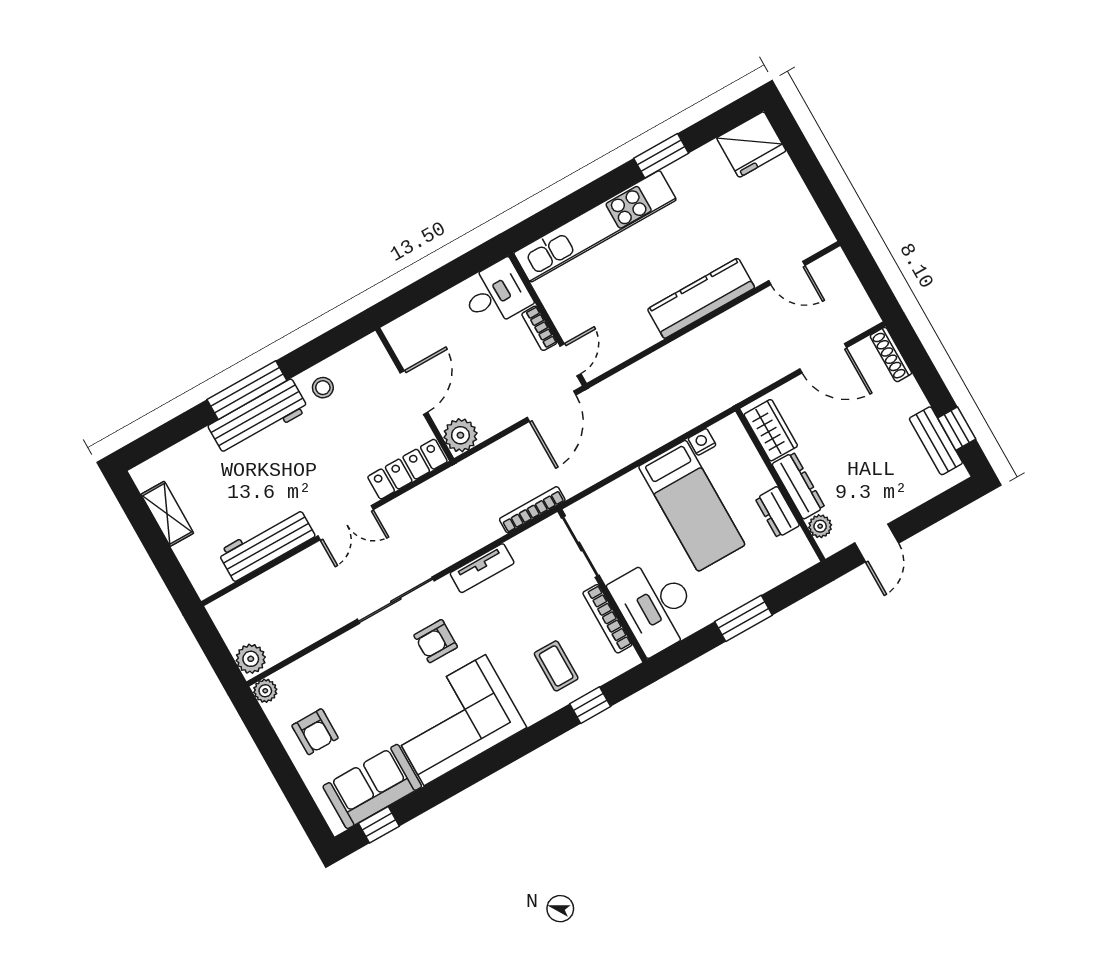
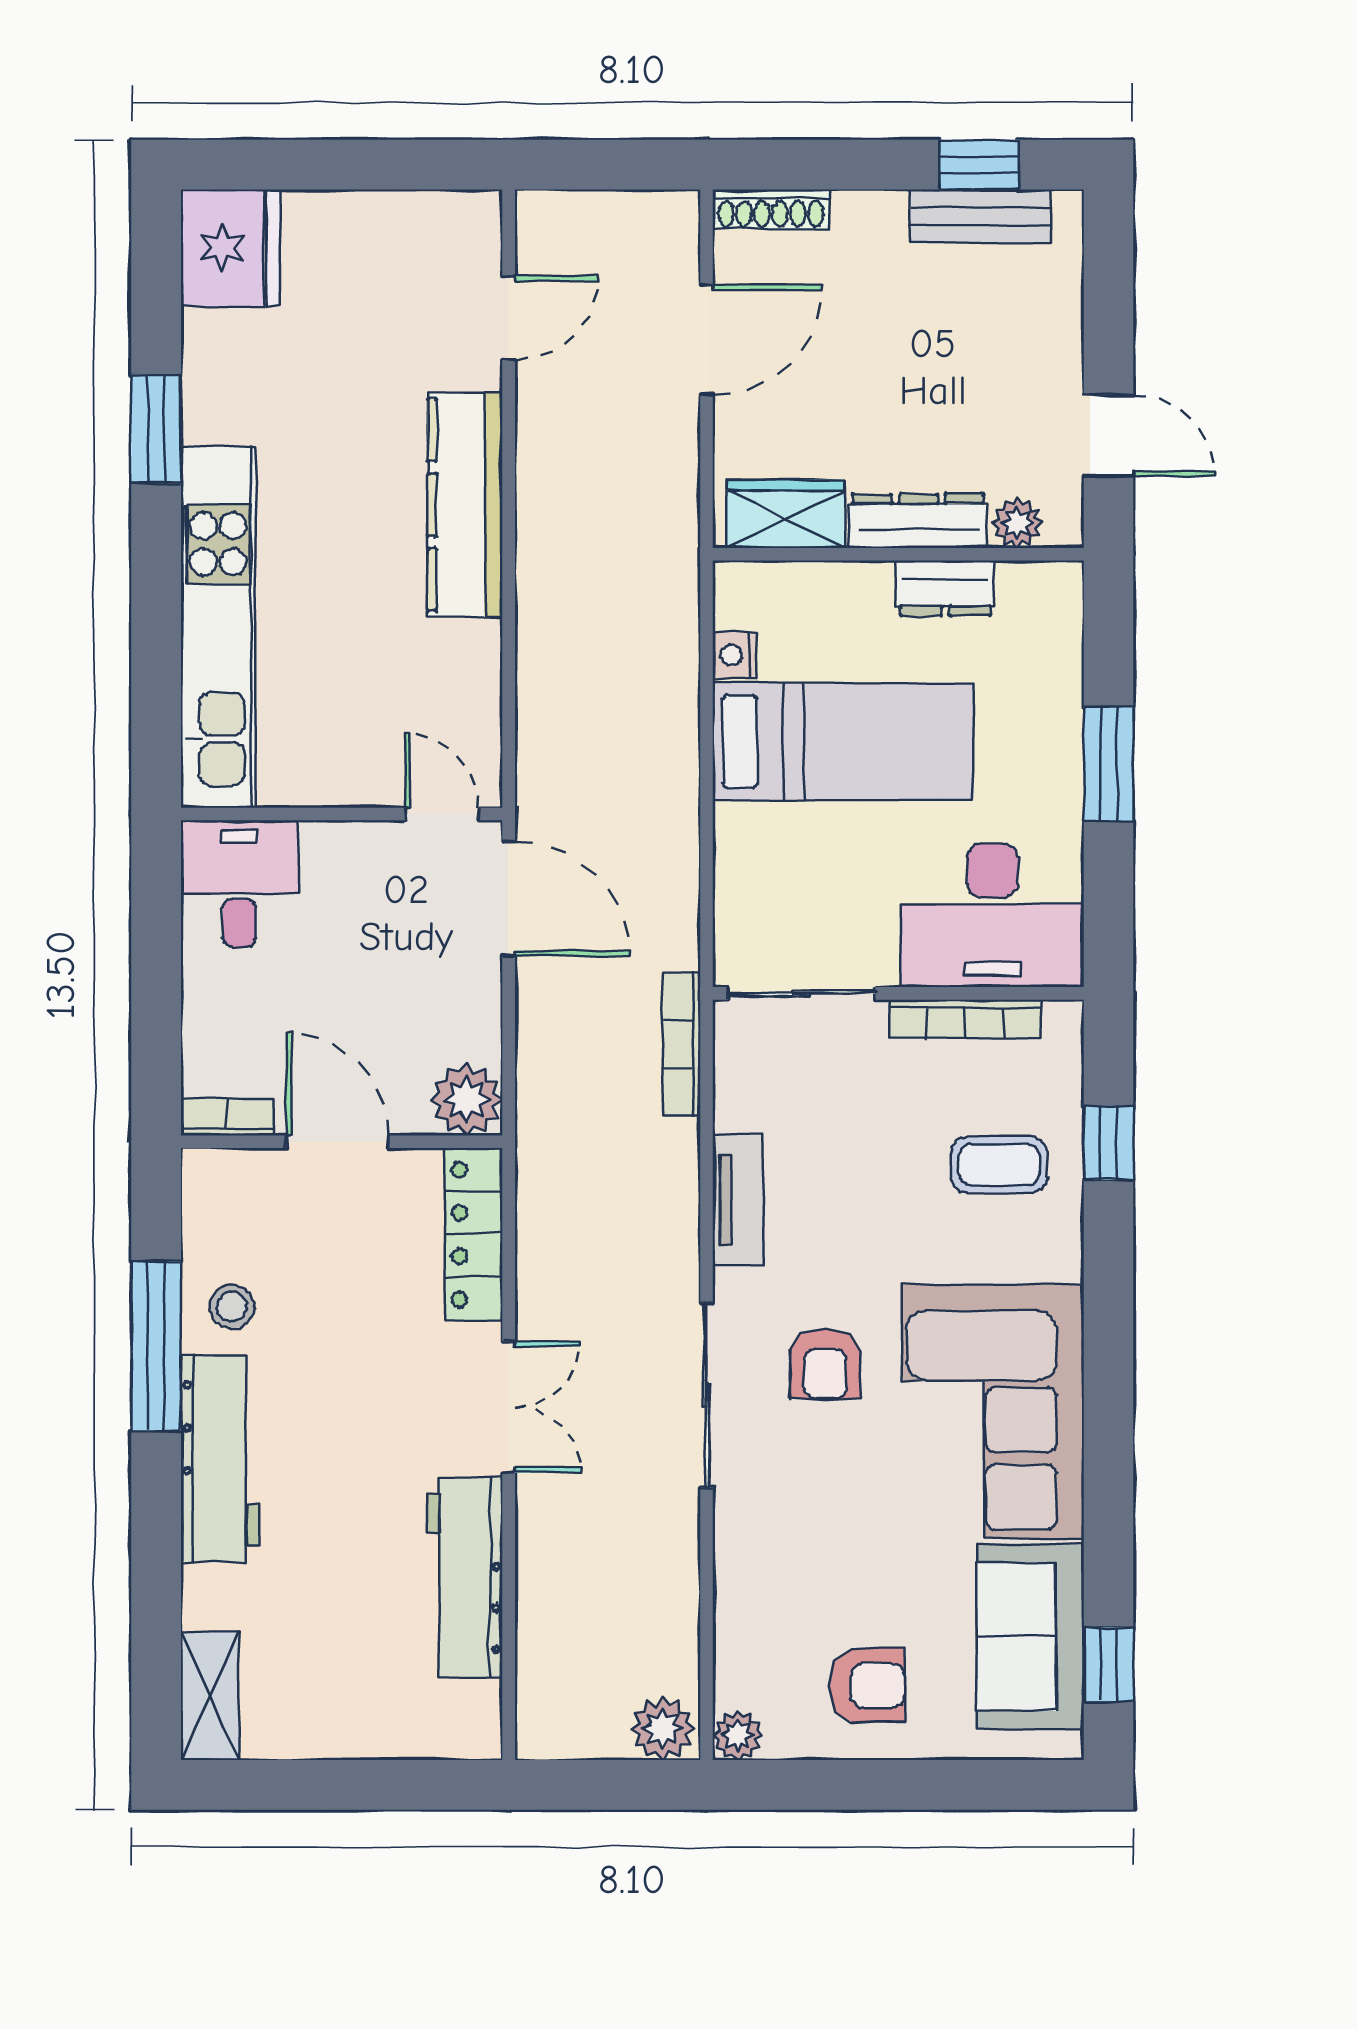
bookcase: (539, 328) -> (227, 1117), moved, turned 180
window: (247, 390) -> (156, 1346), moved
shelving: (167, 514) -> (210, 1696), moved, turned 90

